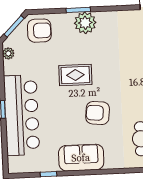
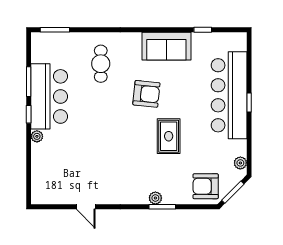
plant: (85, 23) -> (155, 198), width x0.53, depth x0.53
rug: (75, 75) -> (169, 136), turned 90

